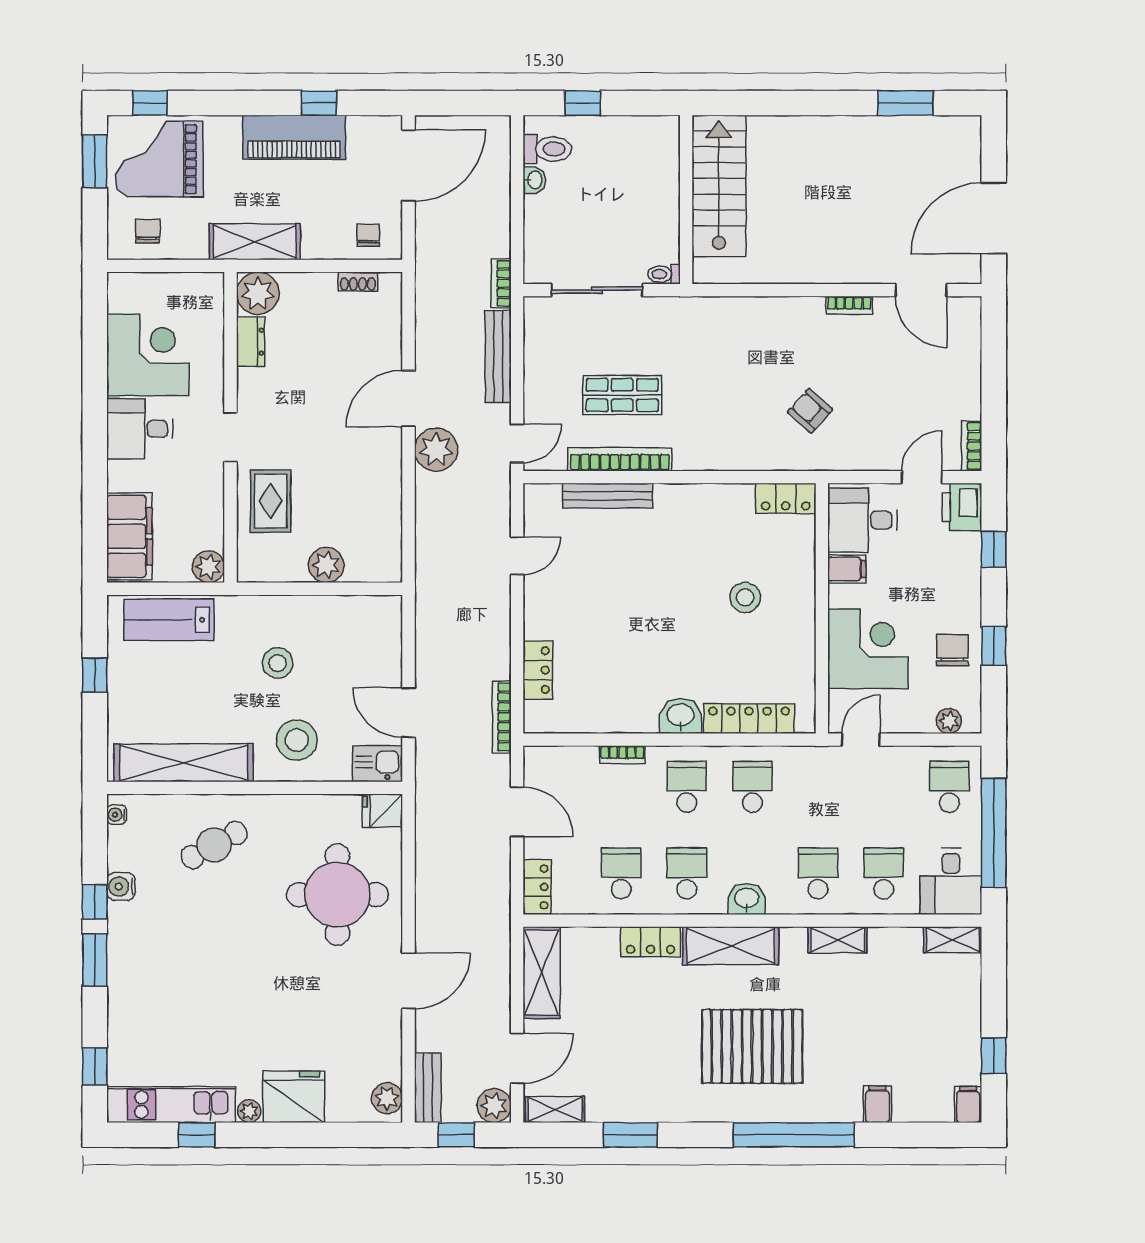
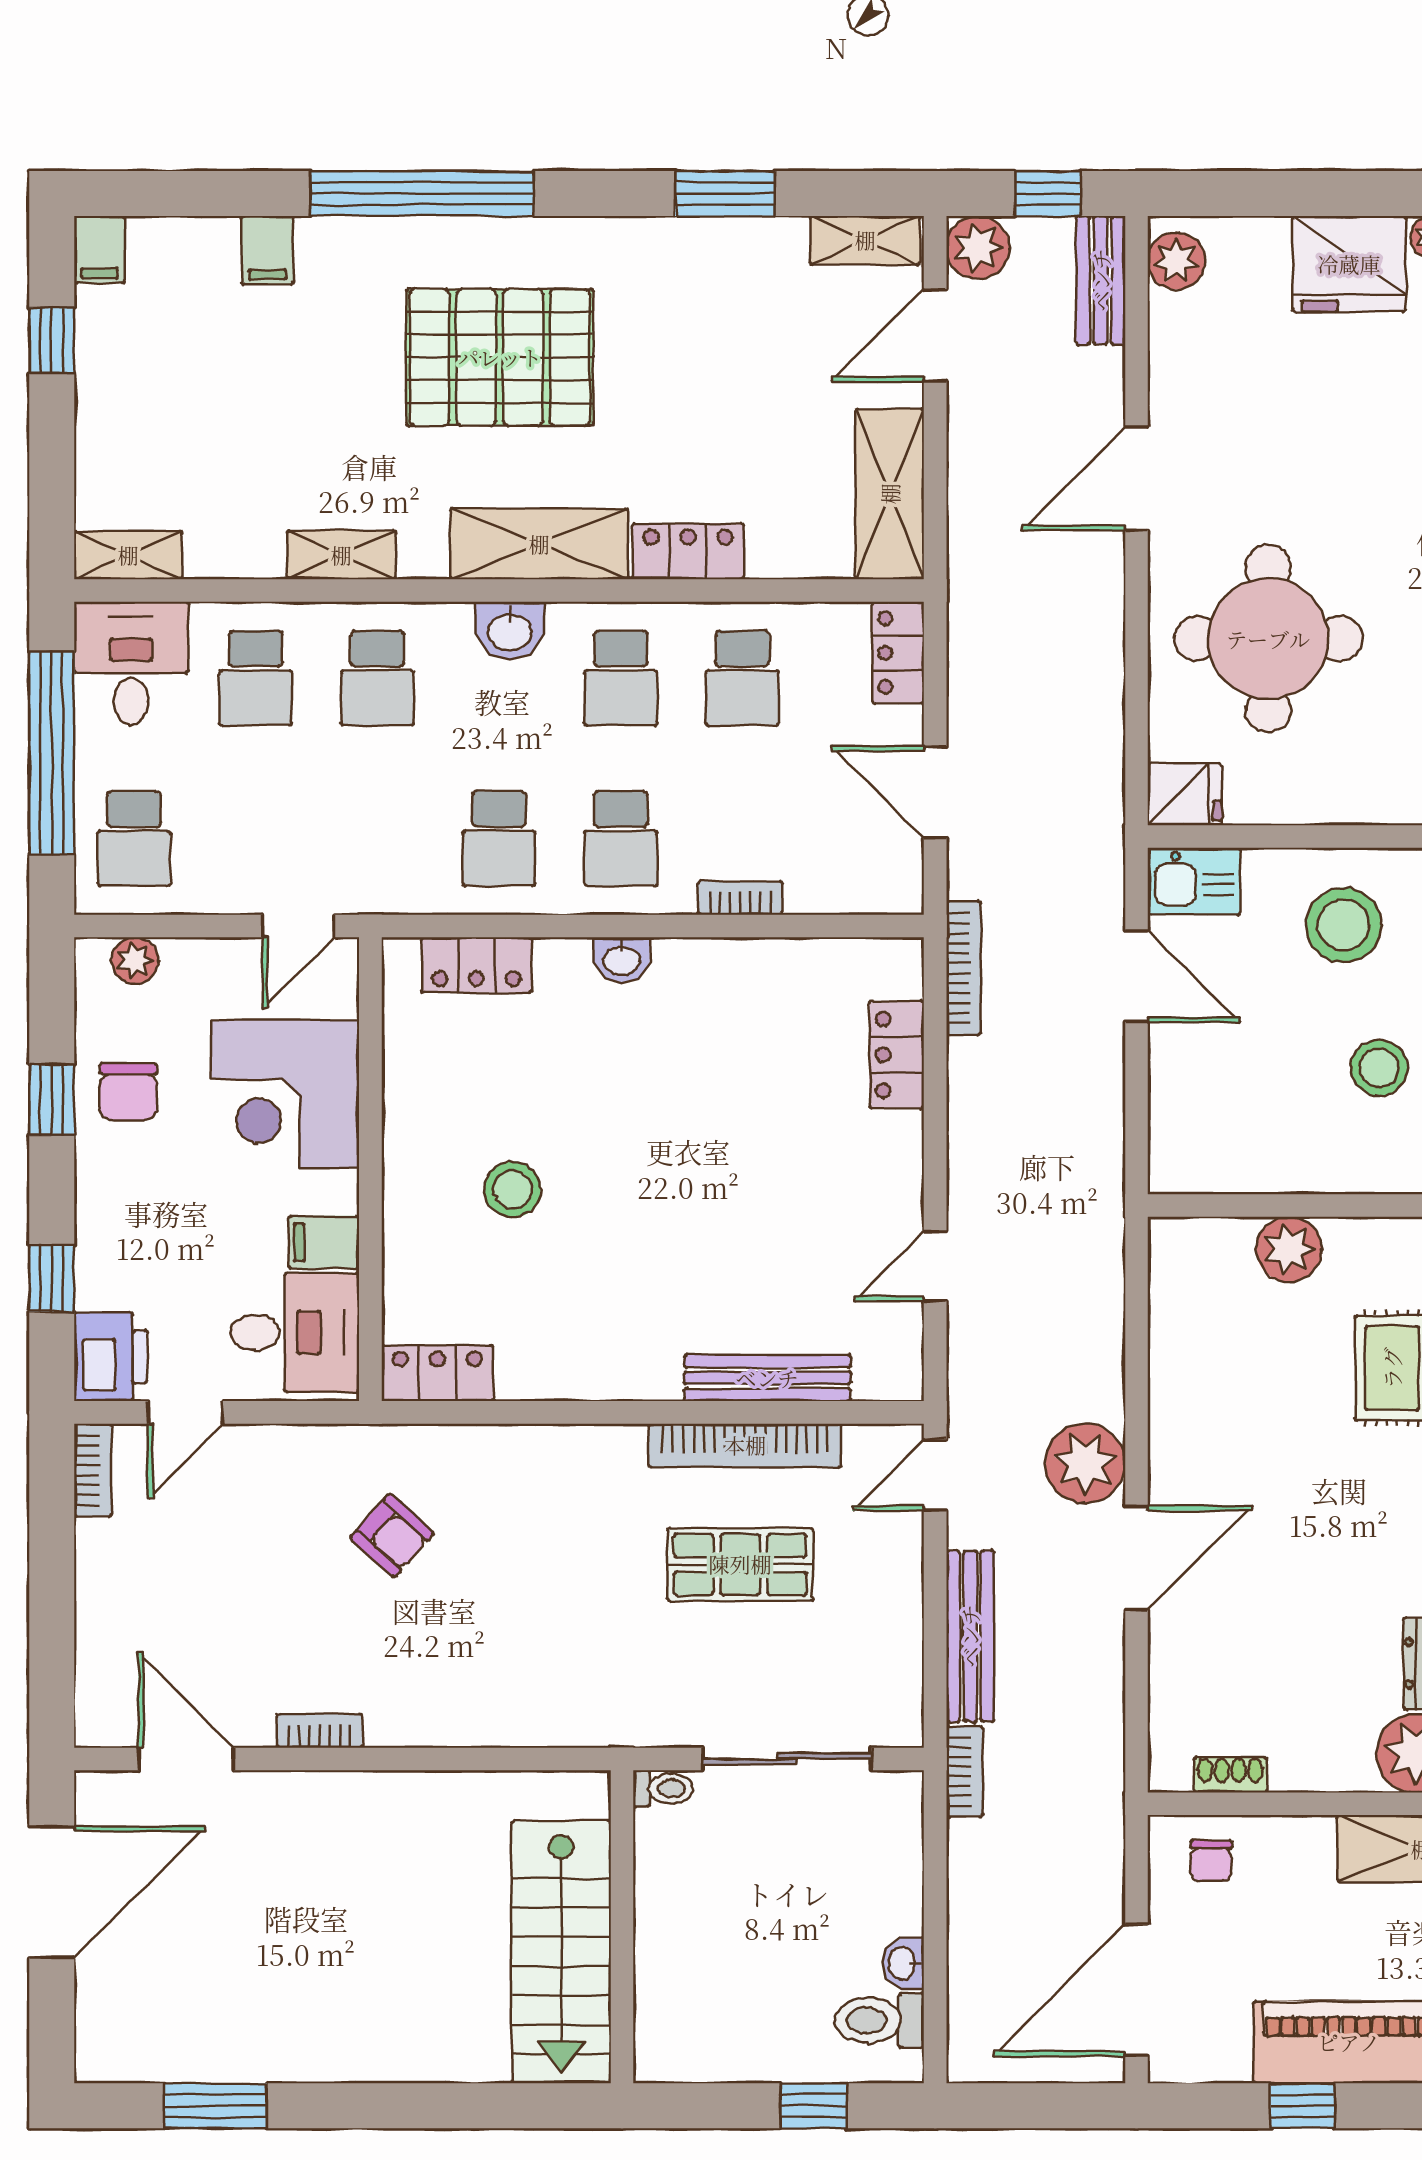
washbasin: (680, 716) -> (622, 960), width x0.72, depth x0.69
locker: (749, 719) -> (476, 965), width x0.66

